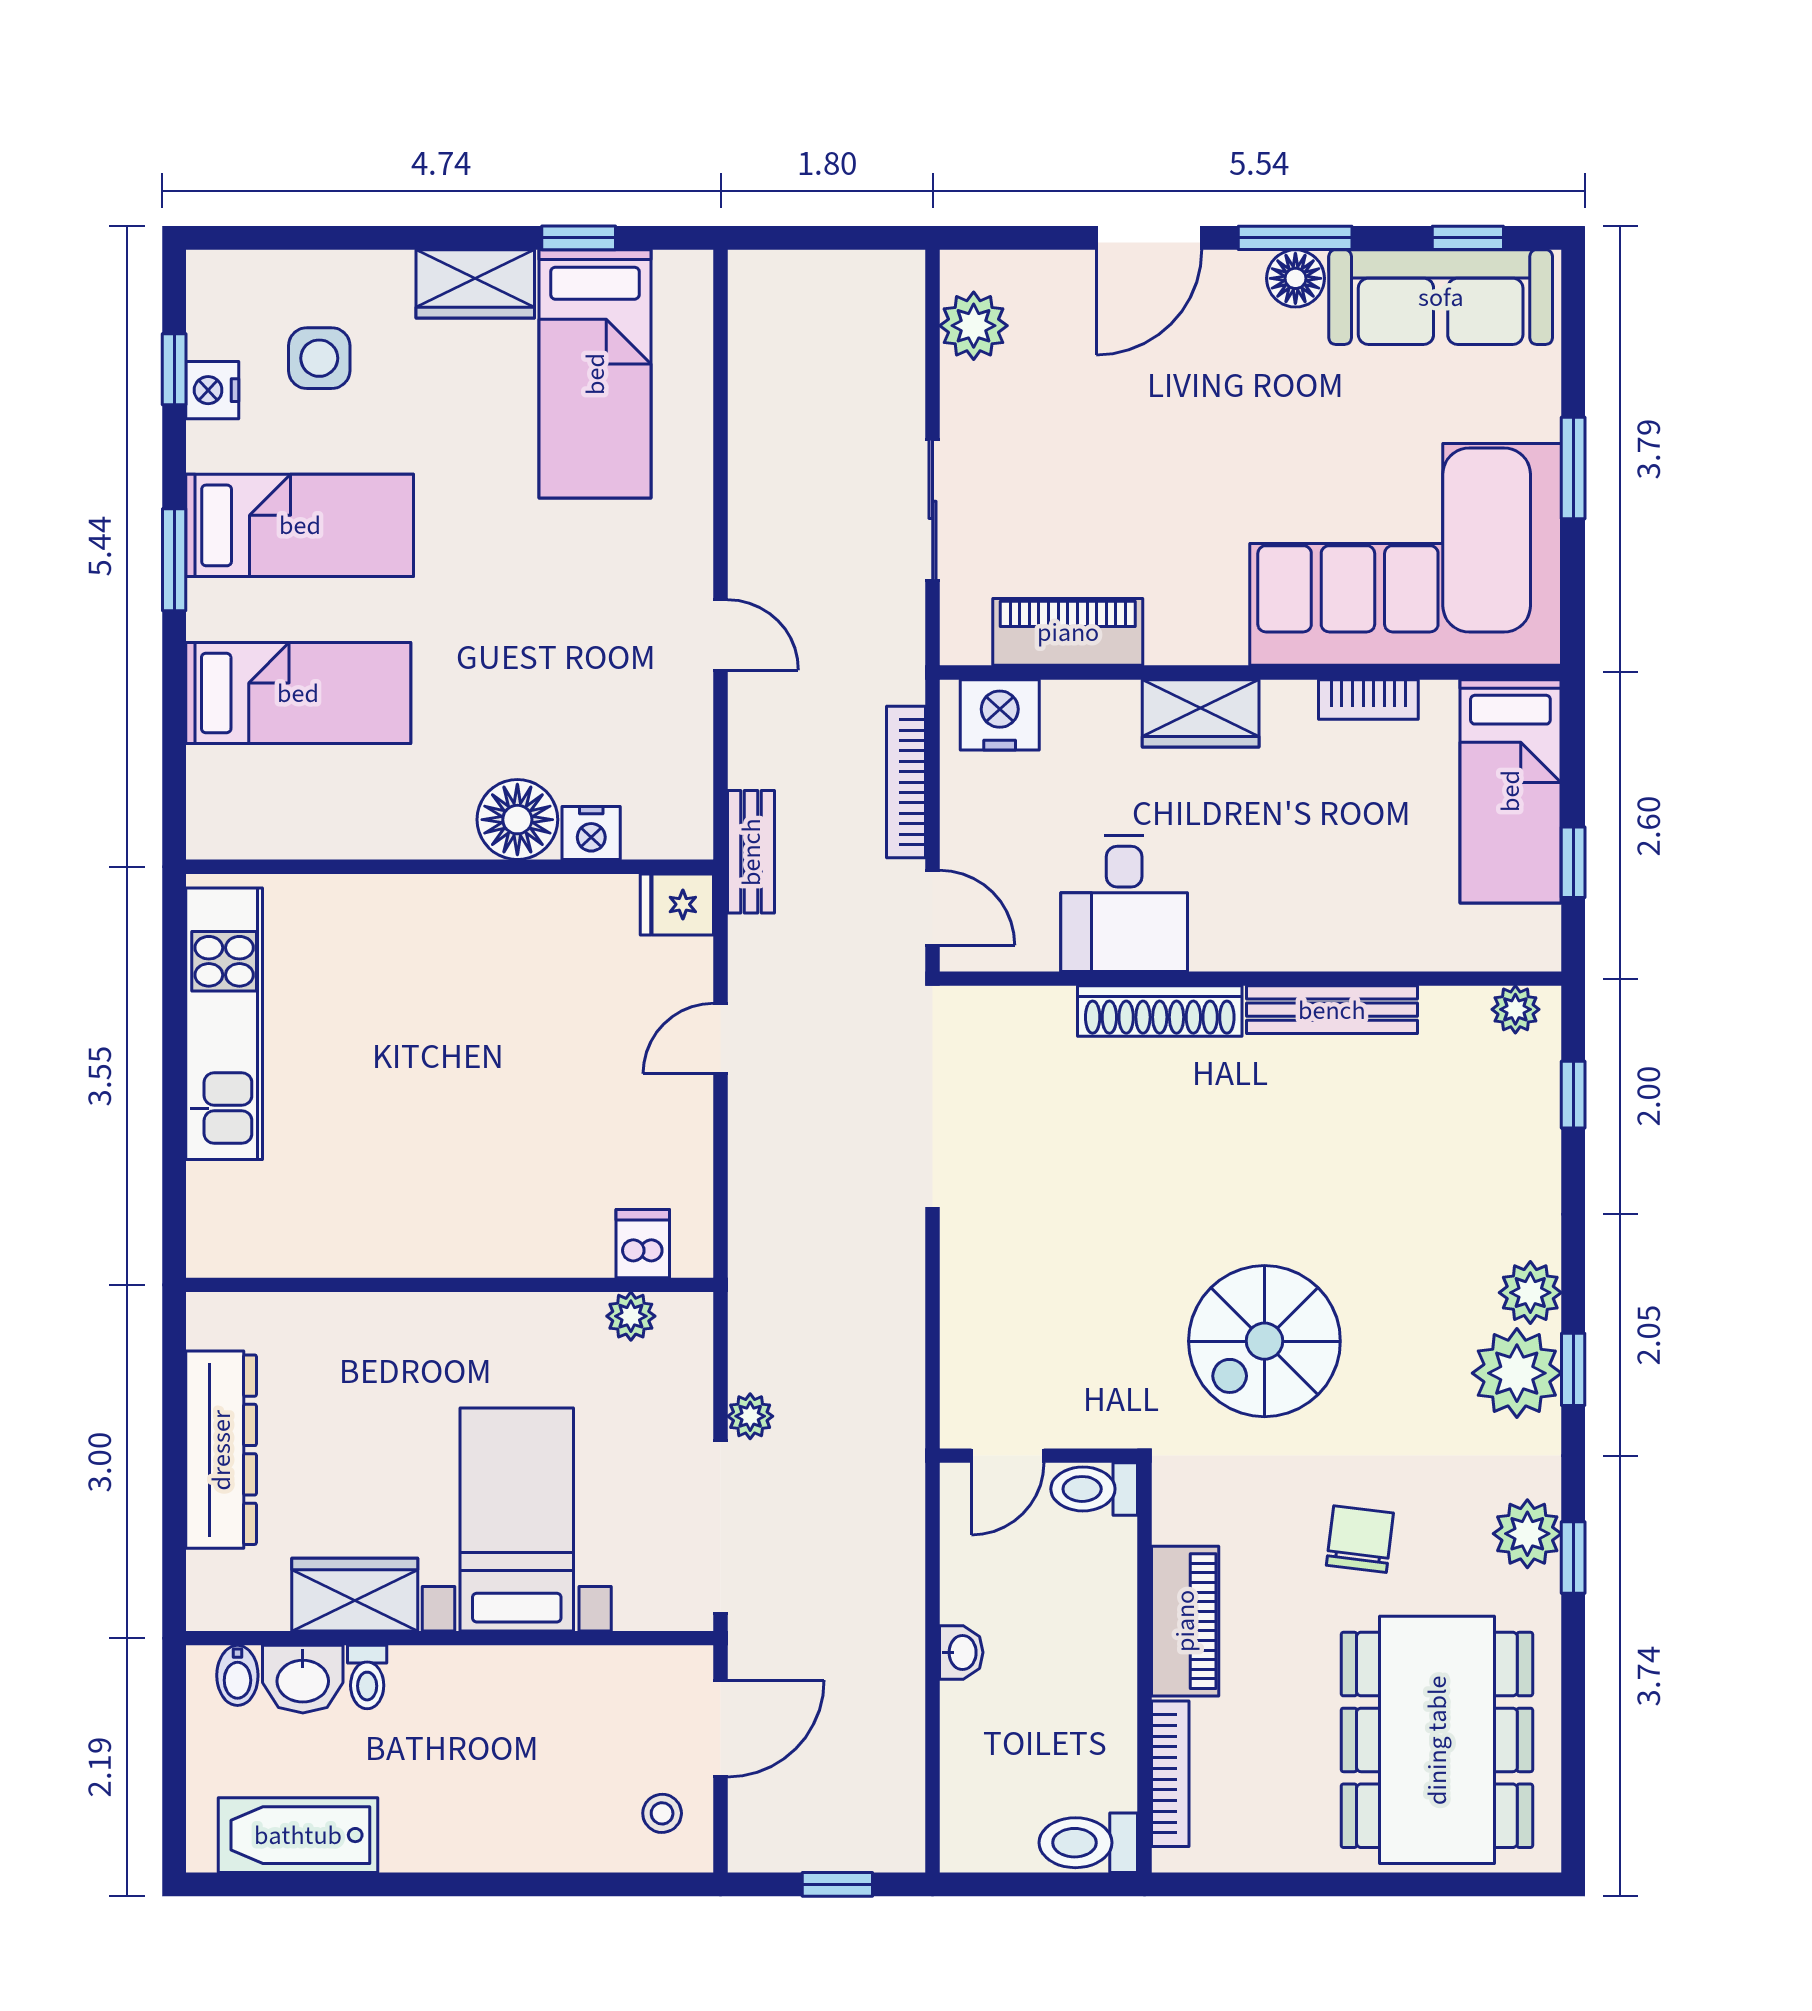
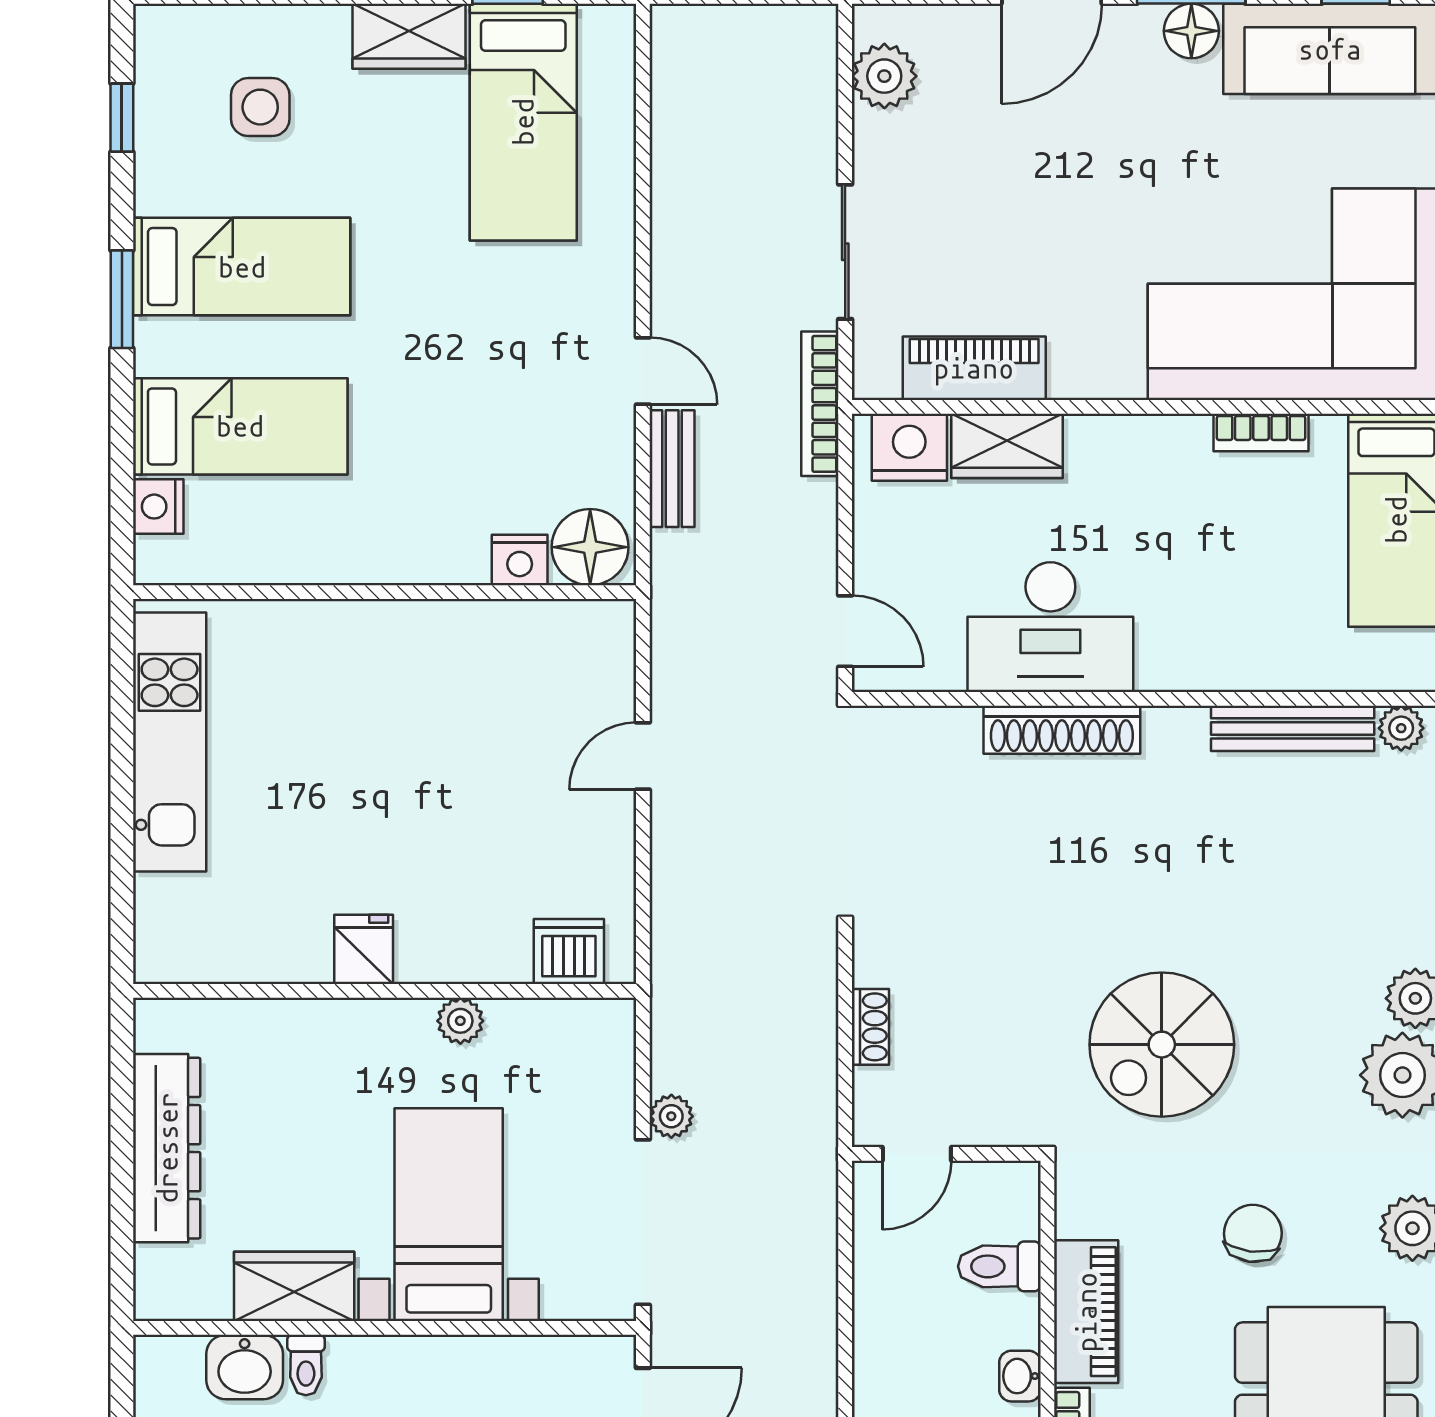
nightstand: (212, 390) -> (158, 507), moved
wardrobe: (1201, 713) -> (1007, 446), moved
bookcase: (906, 782) -> (820, 404), moved
floor lamp: (517, 820) -> (590, 547), moved
bench: (751, 852) -> (672, 469), moved
desk: (1124, 903) -> (1050, 627), width x1.37
fridge: (677, 904) -> (364, 949), moved, turned 90
bench: (1332, 1010) -> (1293, 728), moved
dishwasher: (643, 1244) -> (569, 952), width x1.38
plant: (631, 1316) -> (460, 1021), moved
shoe rack: (959, 1323) -> (870, 1027), added
toilet: (1094, 1489) -> (999, 1266), moved
washbasin: (961, 1652) -> (1020, 1376), moved, turned 180
bidet: (237, 1675) -> (182, 1363), removed

